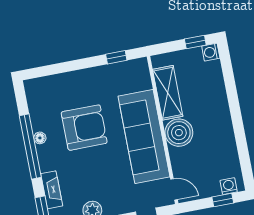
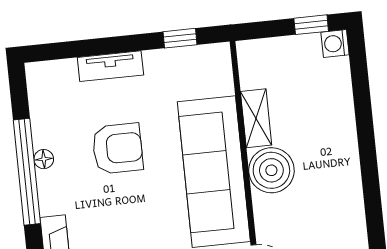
tv unit: (75, 78) -> (110, 66), added
shelving: (168, 93) -> (256, 118), width x0.67, depth x0.75
armchair: (84, 128) -> (118, 148), width x0.73, depth x0.73

